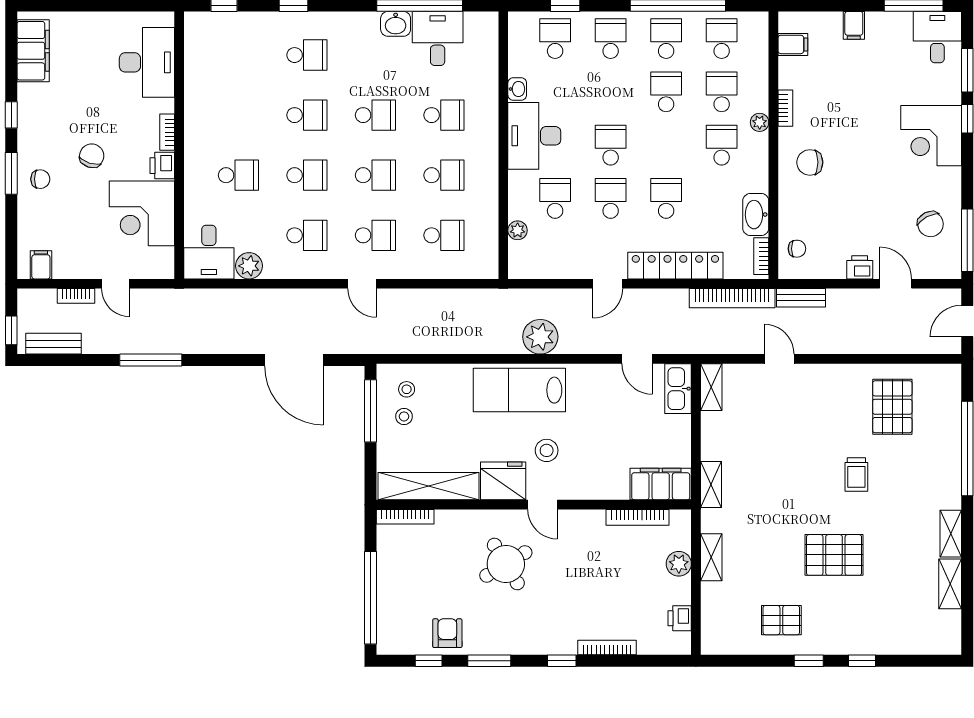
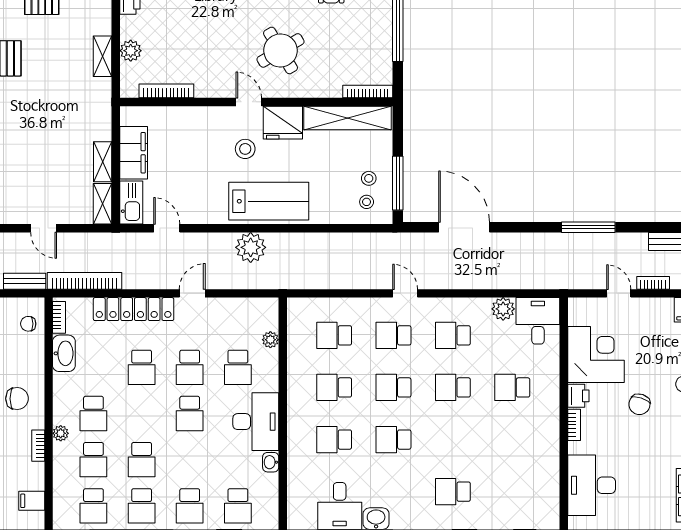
school desk: (307, 115) -> (453, 440), removed
filing cabinet: (661, 484) -> (134, 153), moved, turned -90
shelving: (711, 484) -> (103, 162), moved

